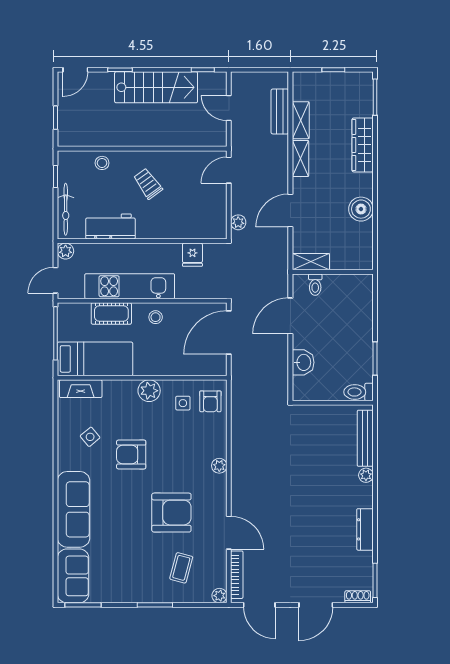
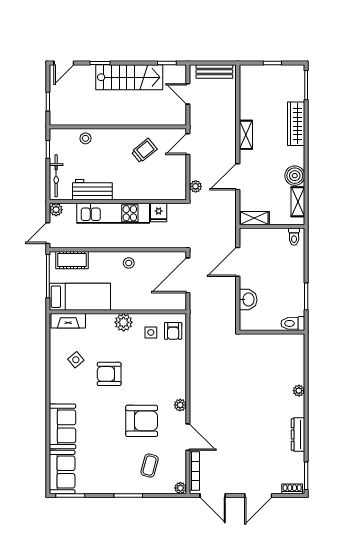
bench: (280, 111) -> (214, 72), moved, turned 90
shelving: (301, 120) -> (298, 202), moved
trolley: (148, 184) -> (144, 151), moved, turned 87
toilet: (315, 285) -> (294, 237), moved
kitchen unit: (130, 286) -> (113, 213), moved, turned 180
cot: (111, 313) -> (72, 260), moved
bench: (365, 438) -> (298, 361), removed
plant: (219, 466) -> (180, 405), moved
sofa: (74, 509) -> (63, 426), width x0.73

